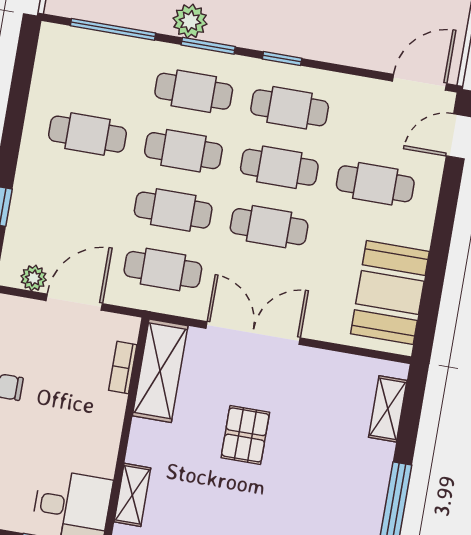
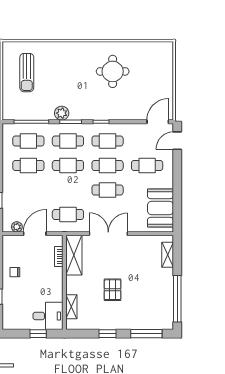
cafe table: (173, 210) -> (28, 141), moved
pallet: (245, 435) -> (113, 290), moved

